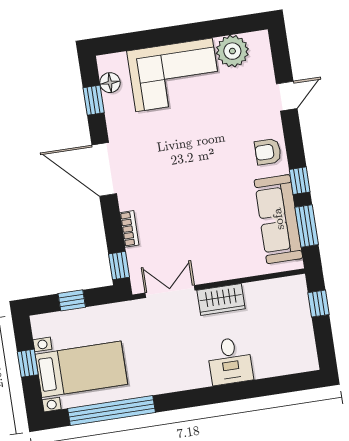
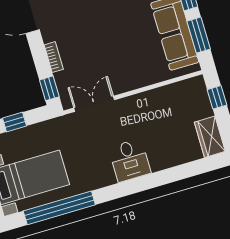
wardrobe: (221, 300) -> (210, 137), moved, turned 90
desk: (230, 361) -> (130, 160), moved

